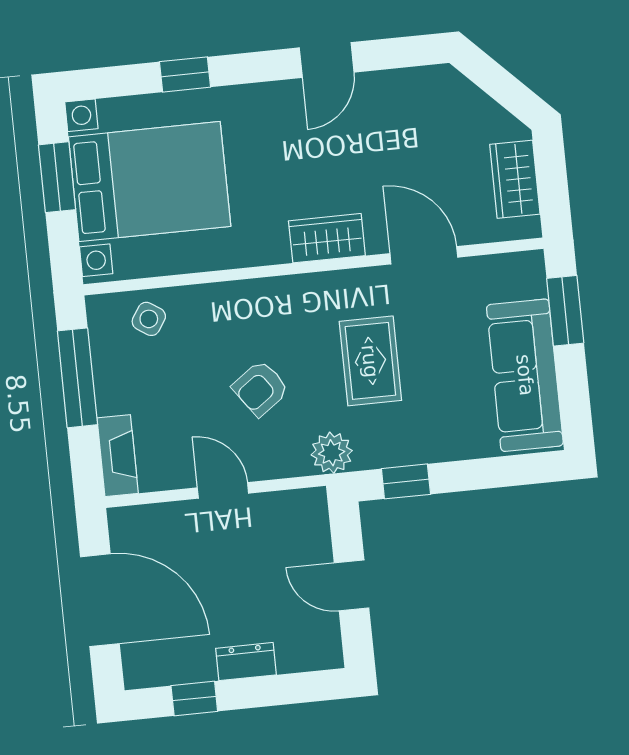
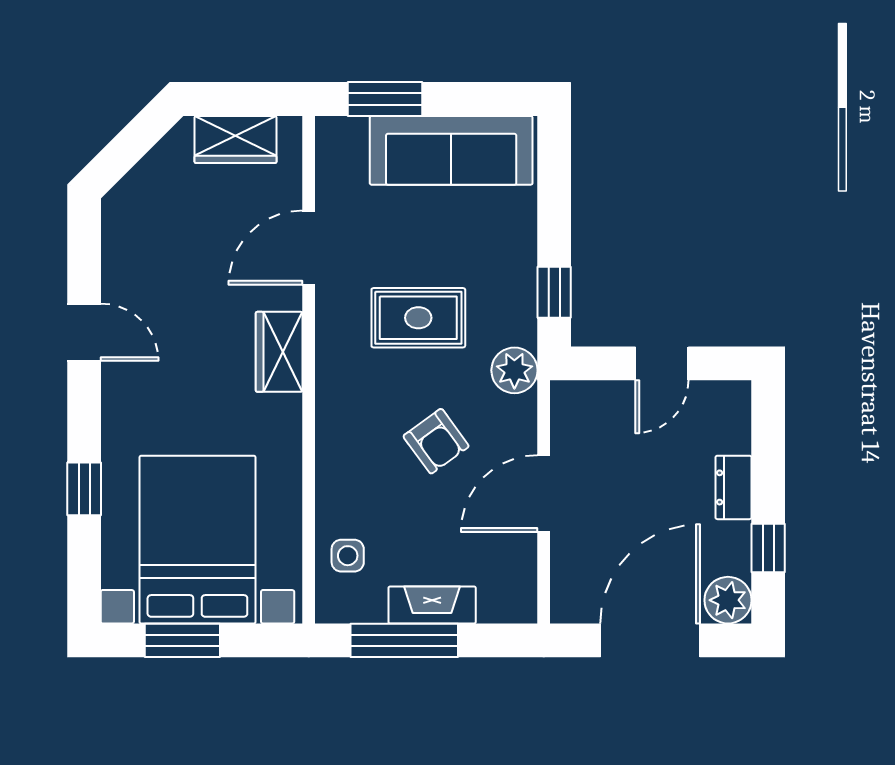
side table: (149, 319) -> (348, 556), turned -33
fireplace: (118, 456) -> (432, 605), moved
door: (223, 490) -> (544, 494), width x1.38
plant: (143, 667) -> (728, 600), added

